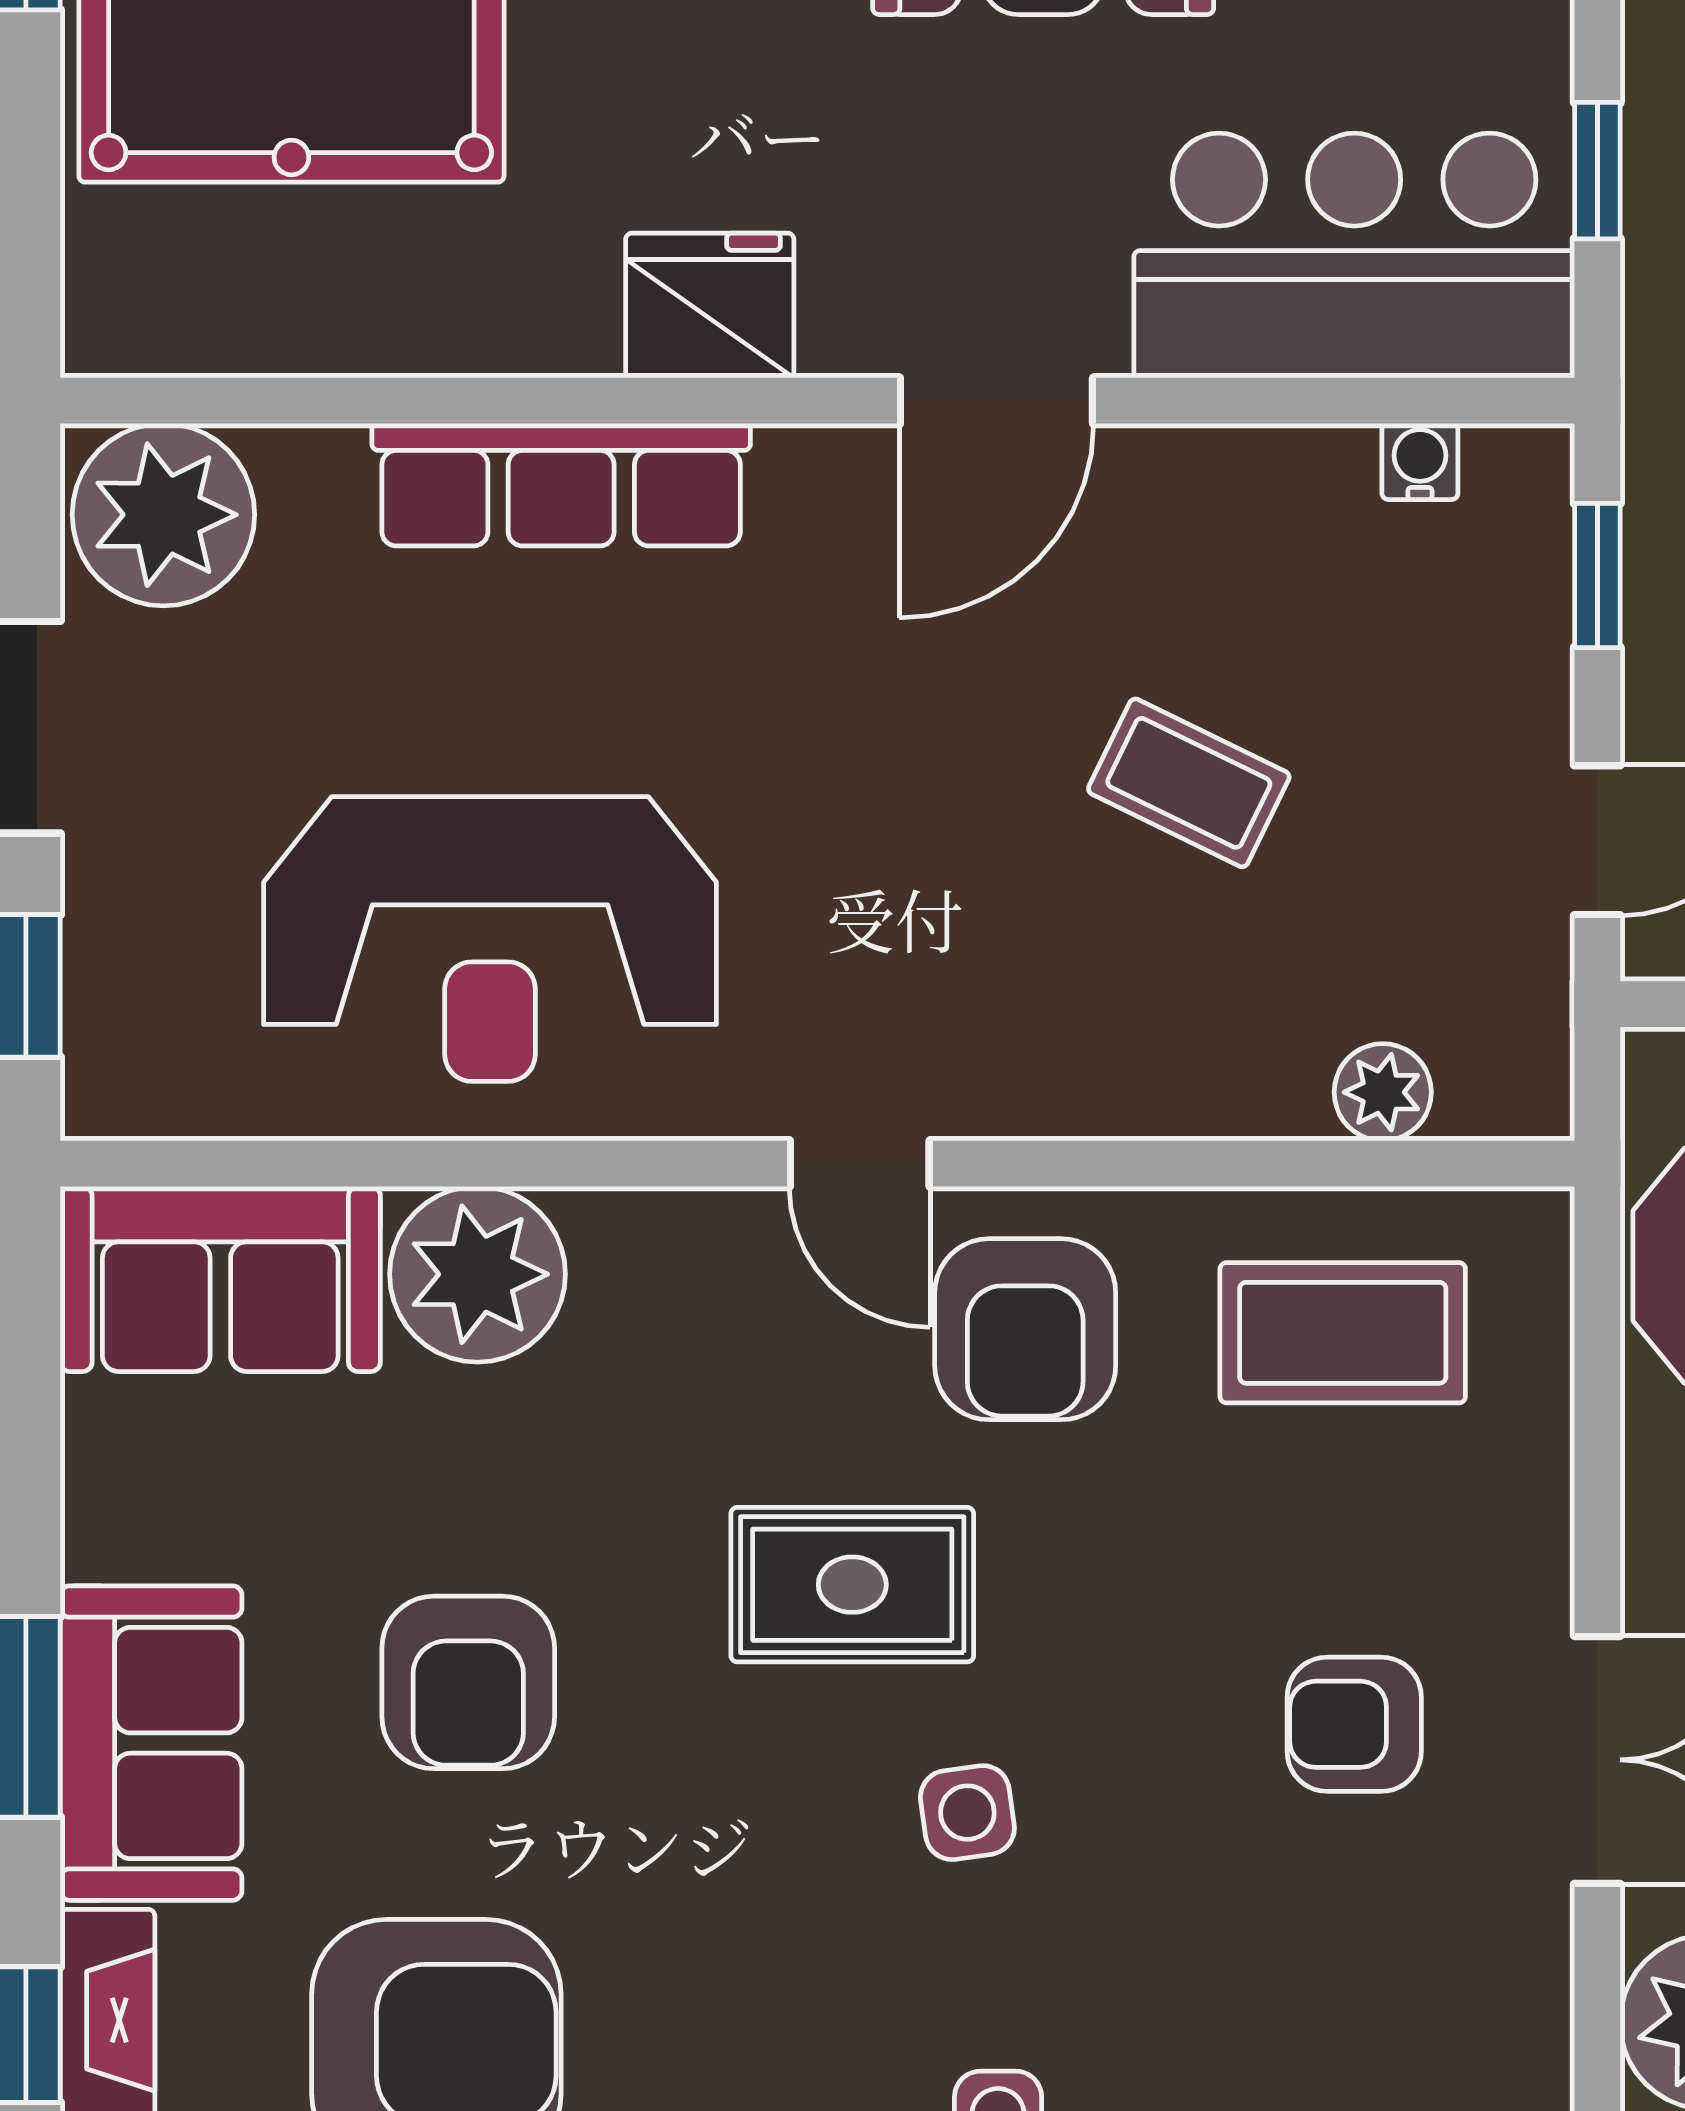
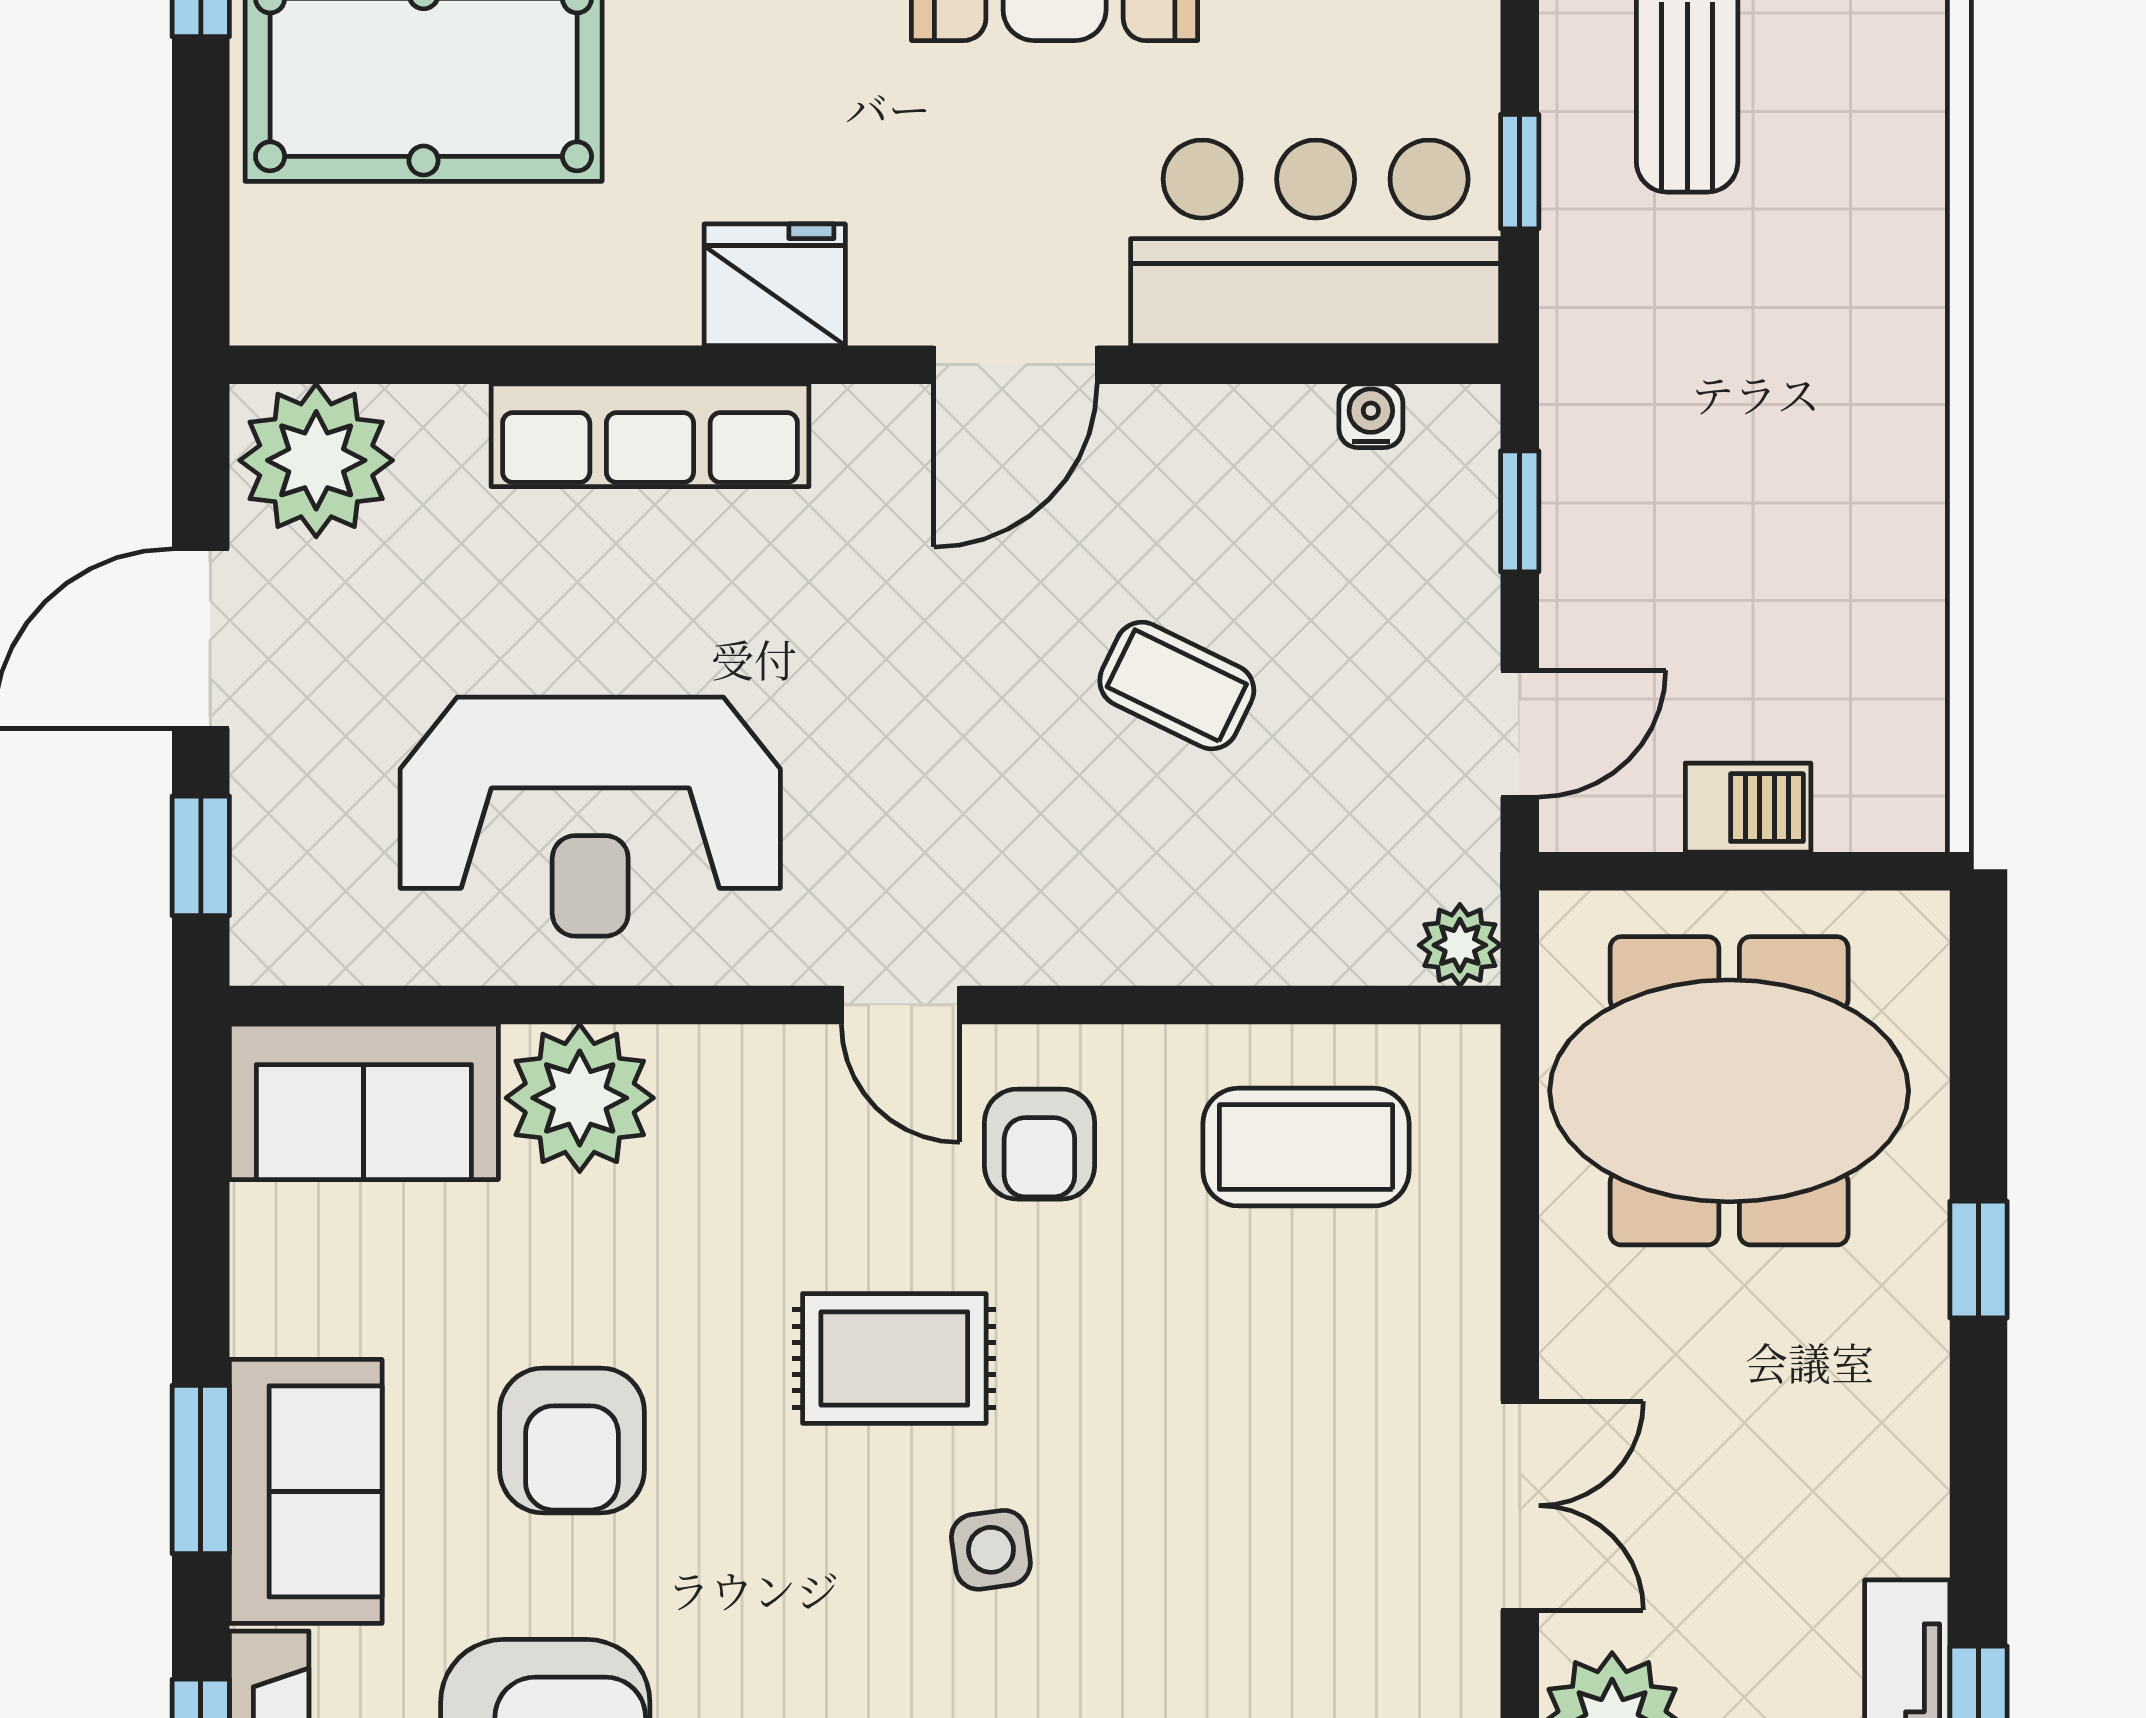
plant: (1383, 1092) -> (1460, 945), moved
armchair: (1025, 1329) -> (1039, 1144), width x0.72, depth x0.72
armchair: (1354, 1724) -> (1316, 1476), removed

